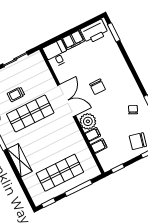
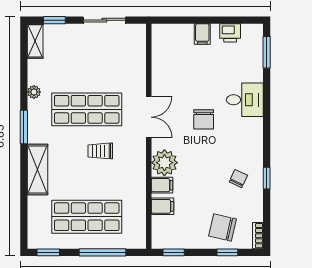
printer: (94, 32) -> (230, 33), width x0.53, depth x0.68
filing cabinet: (73, 40) -> (202, 34), width x0.50
desk: (57, 54) -> (245, 100), moved, turned 90
trolley: (16, 94) -> (100, 151), moved
double door: (67, 101) -> (149, 117), width x0.73

